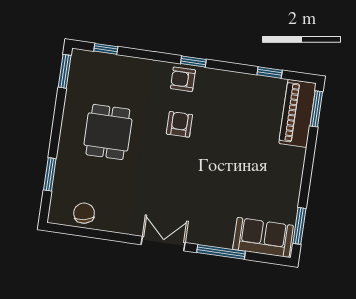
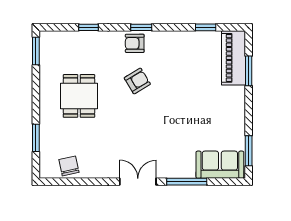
window: (106, 49) -> (88, 27), moved
window: (316, 109) -> (249, 71), moved
armchair: (179, 124) -> (137, 81), turned 59

